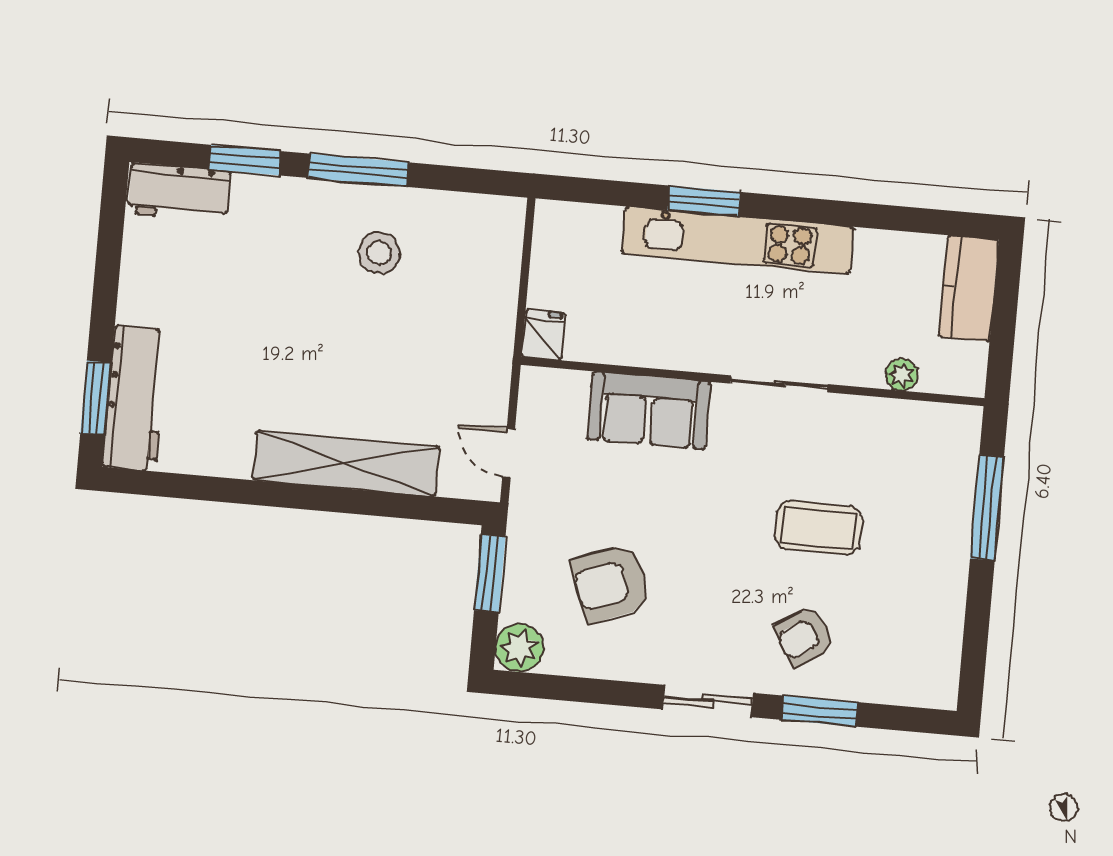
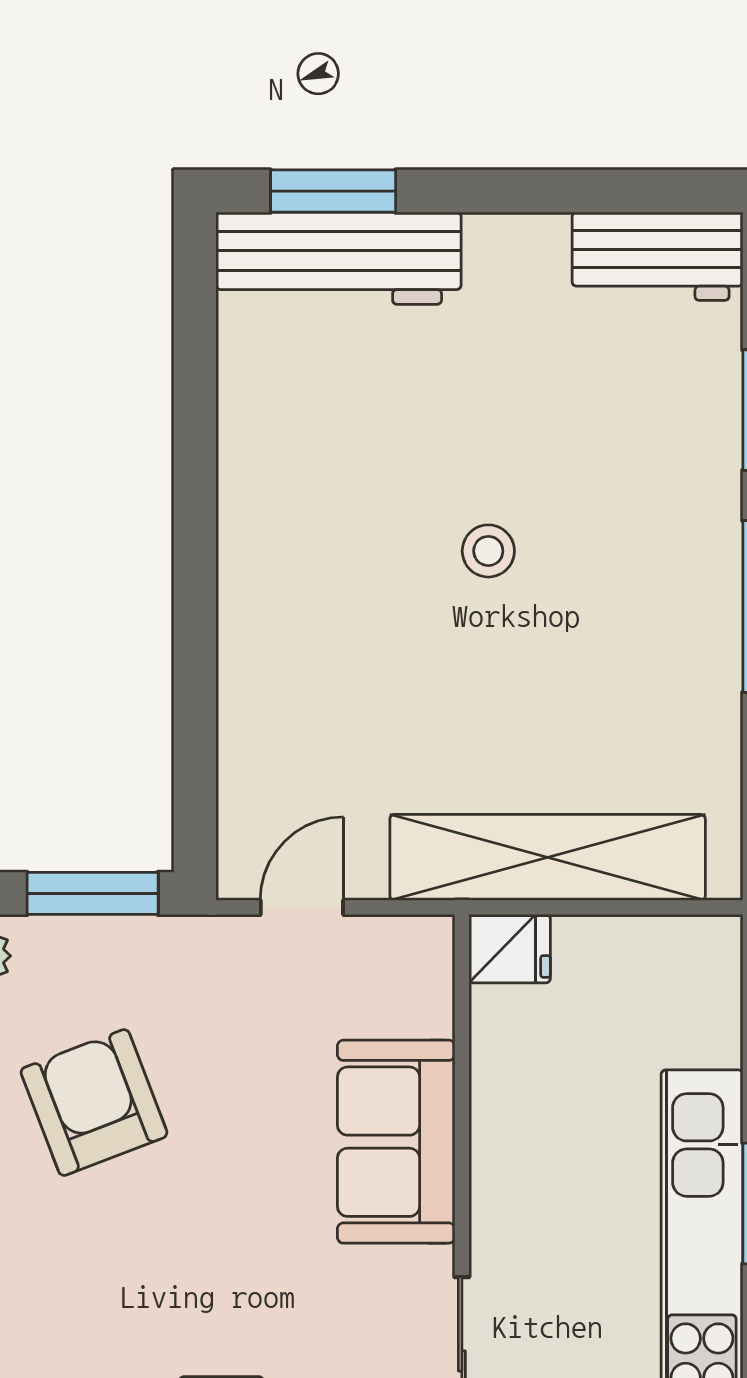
workbench: (179, 192) -> (657, 256), moved, turned -90
stool: (379, 253) -> (488, 551), moved, width x0.73, depth x0.73
shelving: (346, 463) -> (548, 857), moved, turned 90

